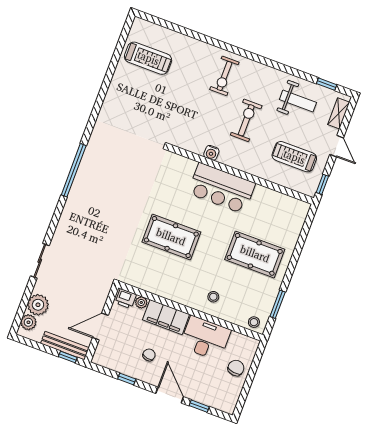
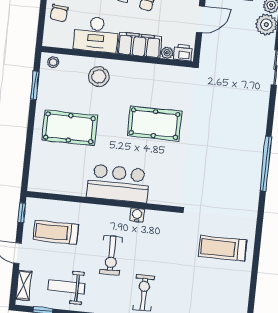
treadmill: (148, 58) -> (223, 248), moved
treadmill: (294, 157) -> (56, 232), turned 180
stool: (213, 297) -> (99, 76), width x1.89, depth x1.89

